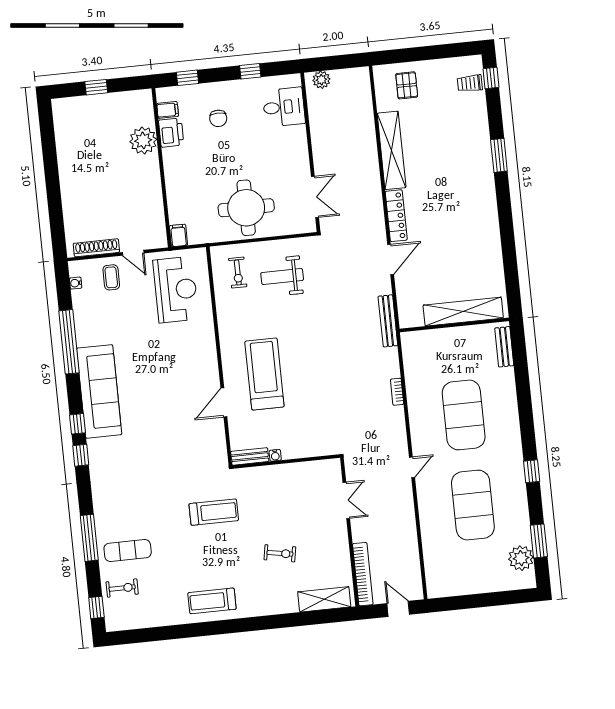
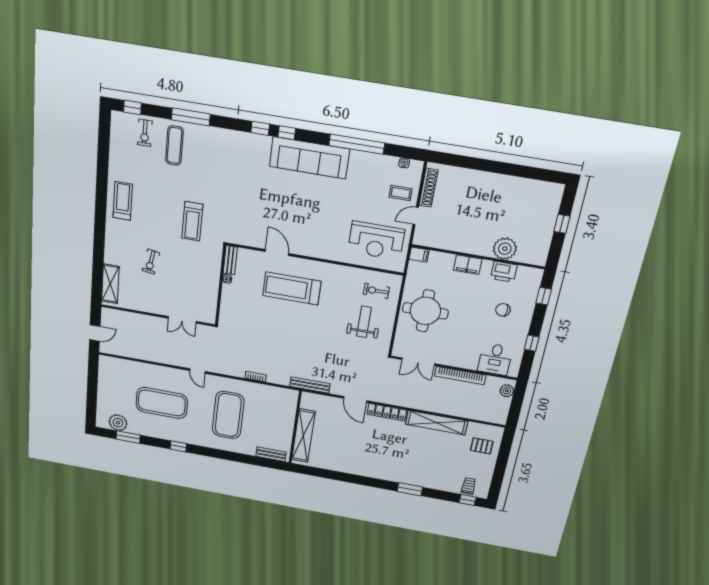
filing cabinet: (168, 110) -> (468, 265), moved, width x2.00
treadmill: (264, 374) -> (292, 288), turned 180
exercise mat: (464, 415) -> (228, 415), turned 90
bookcase: (363, 574) -> (460, 376), moved

